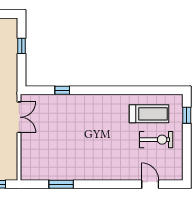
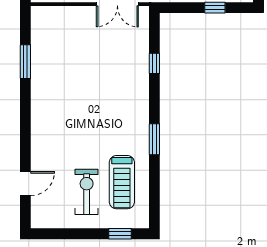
window: (118, 90) -> (154, 139), added
exercise bike: (156, 140) -> (87, 192), turned 180

